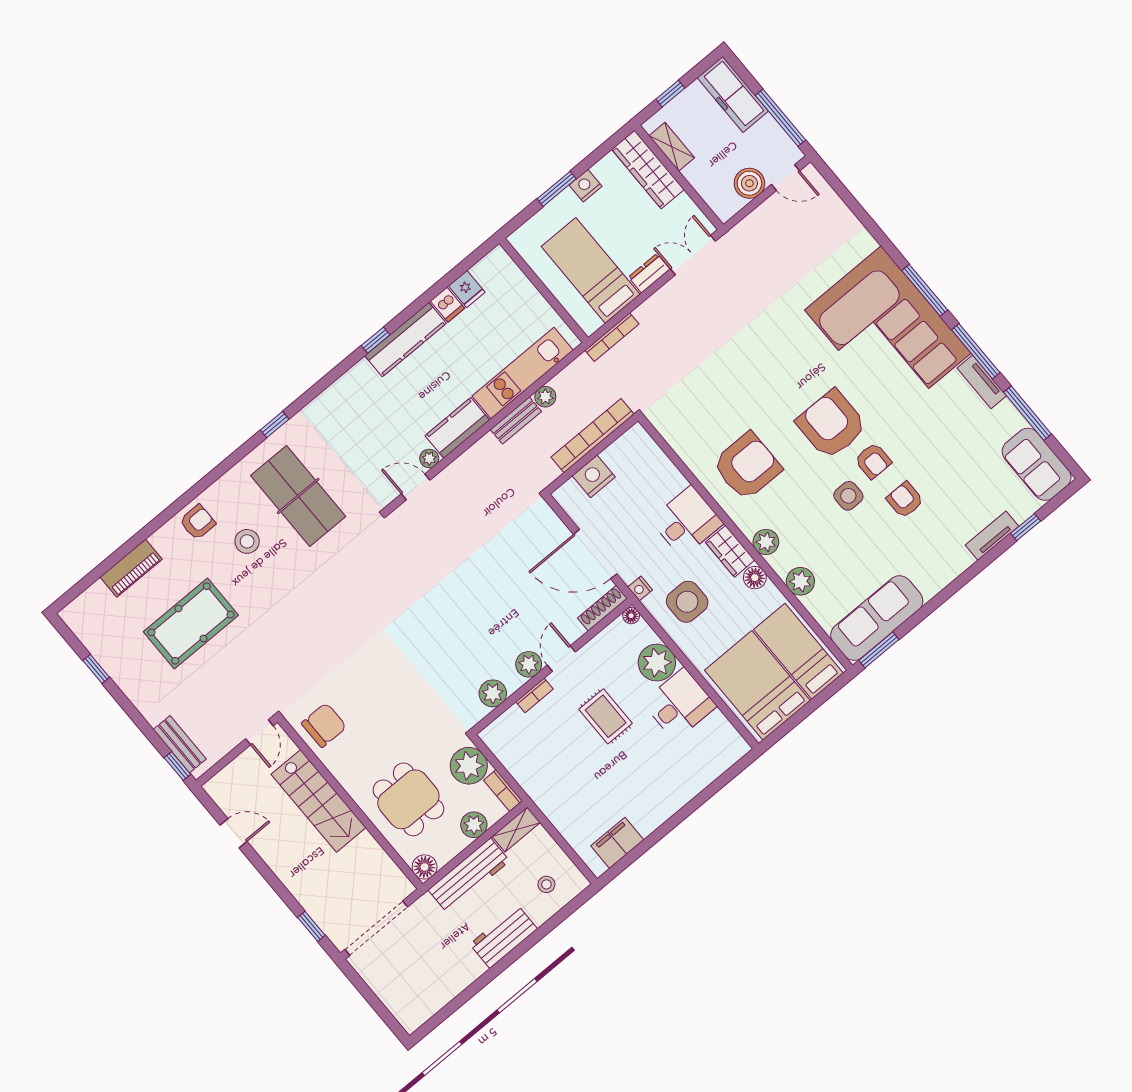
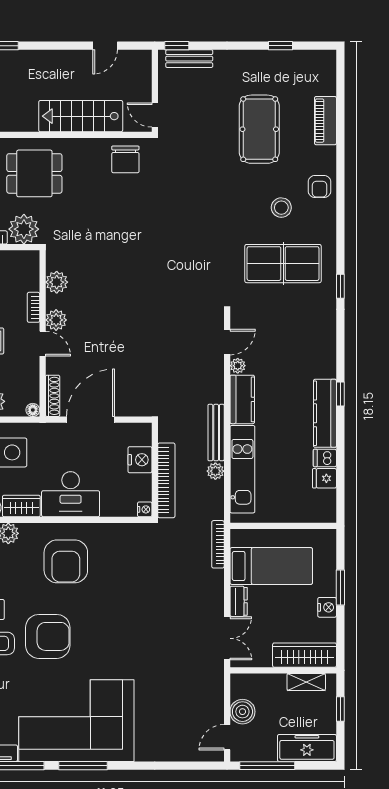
bench: (516, 420) -> (216, 433), width x1.36
desk: (687, 522) -> (71, 494), width x1.37
nightstand: (640, 589) -> (145, 509), moved, turned 90

